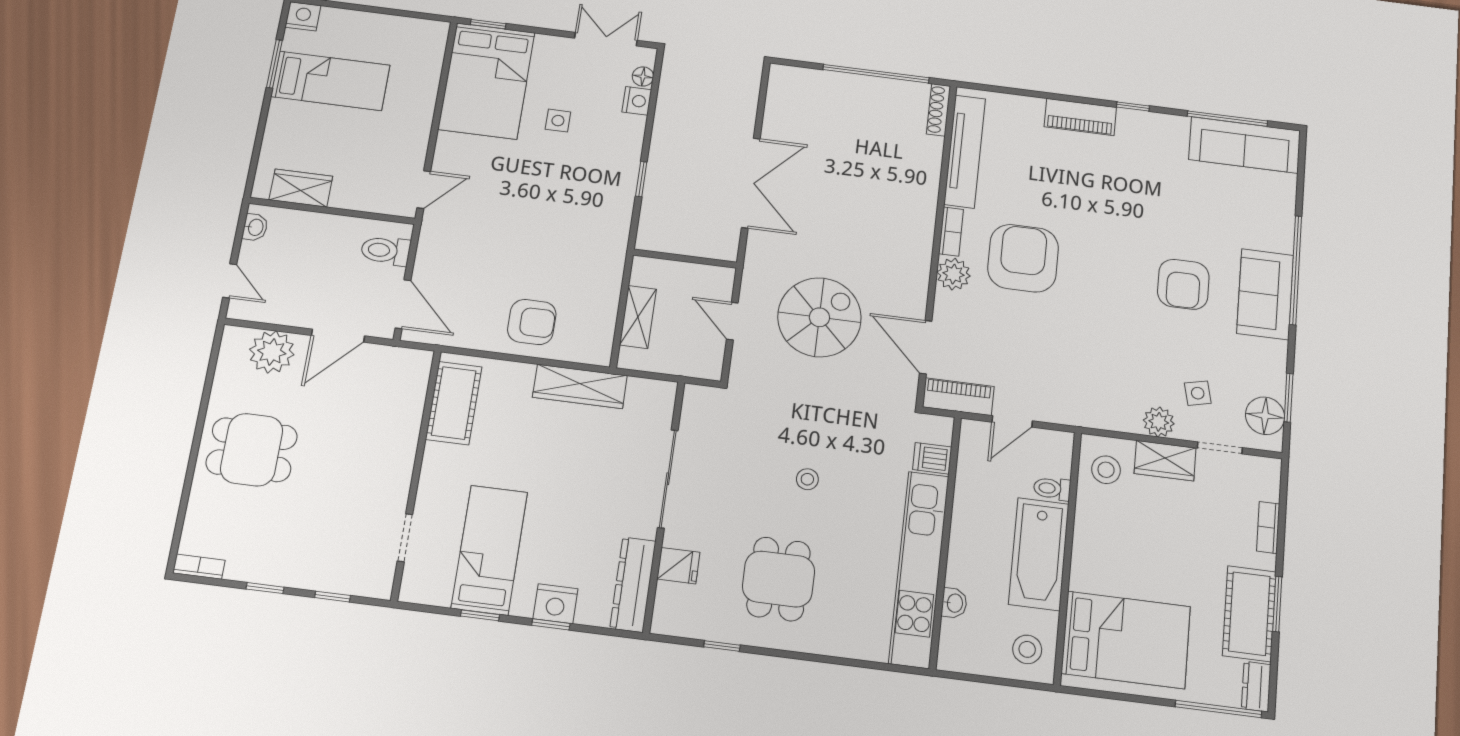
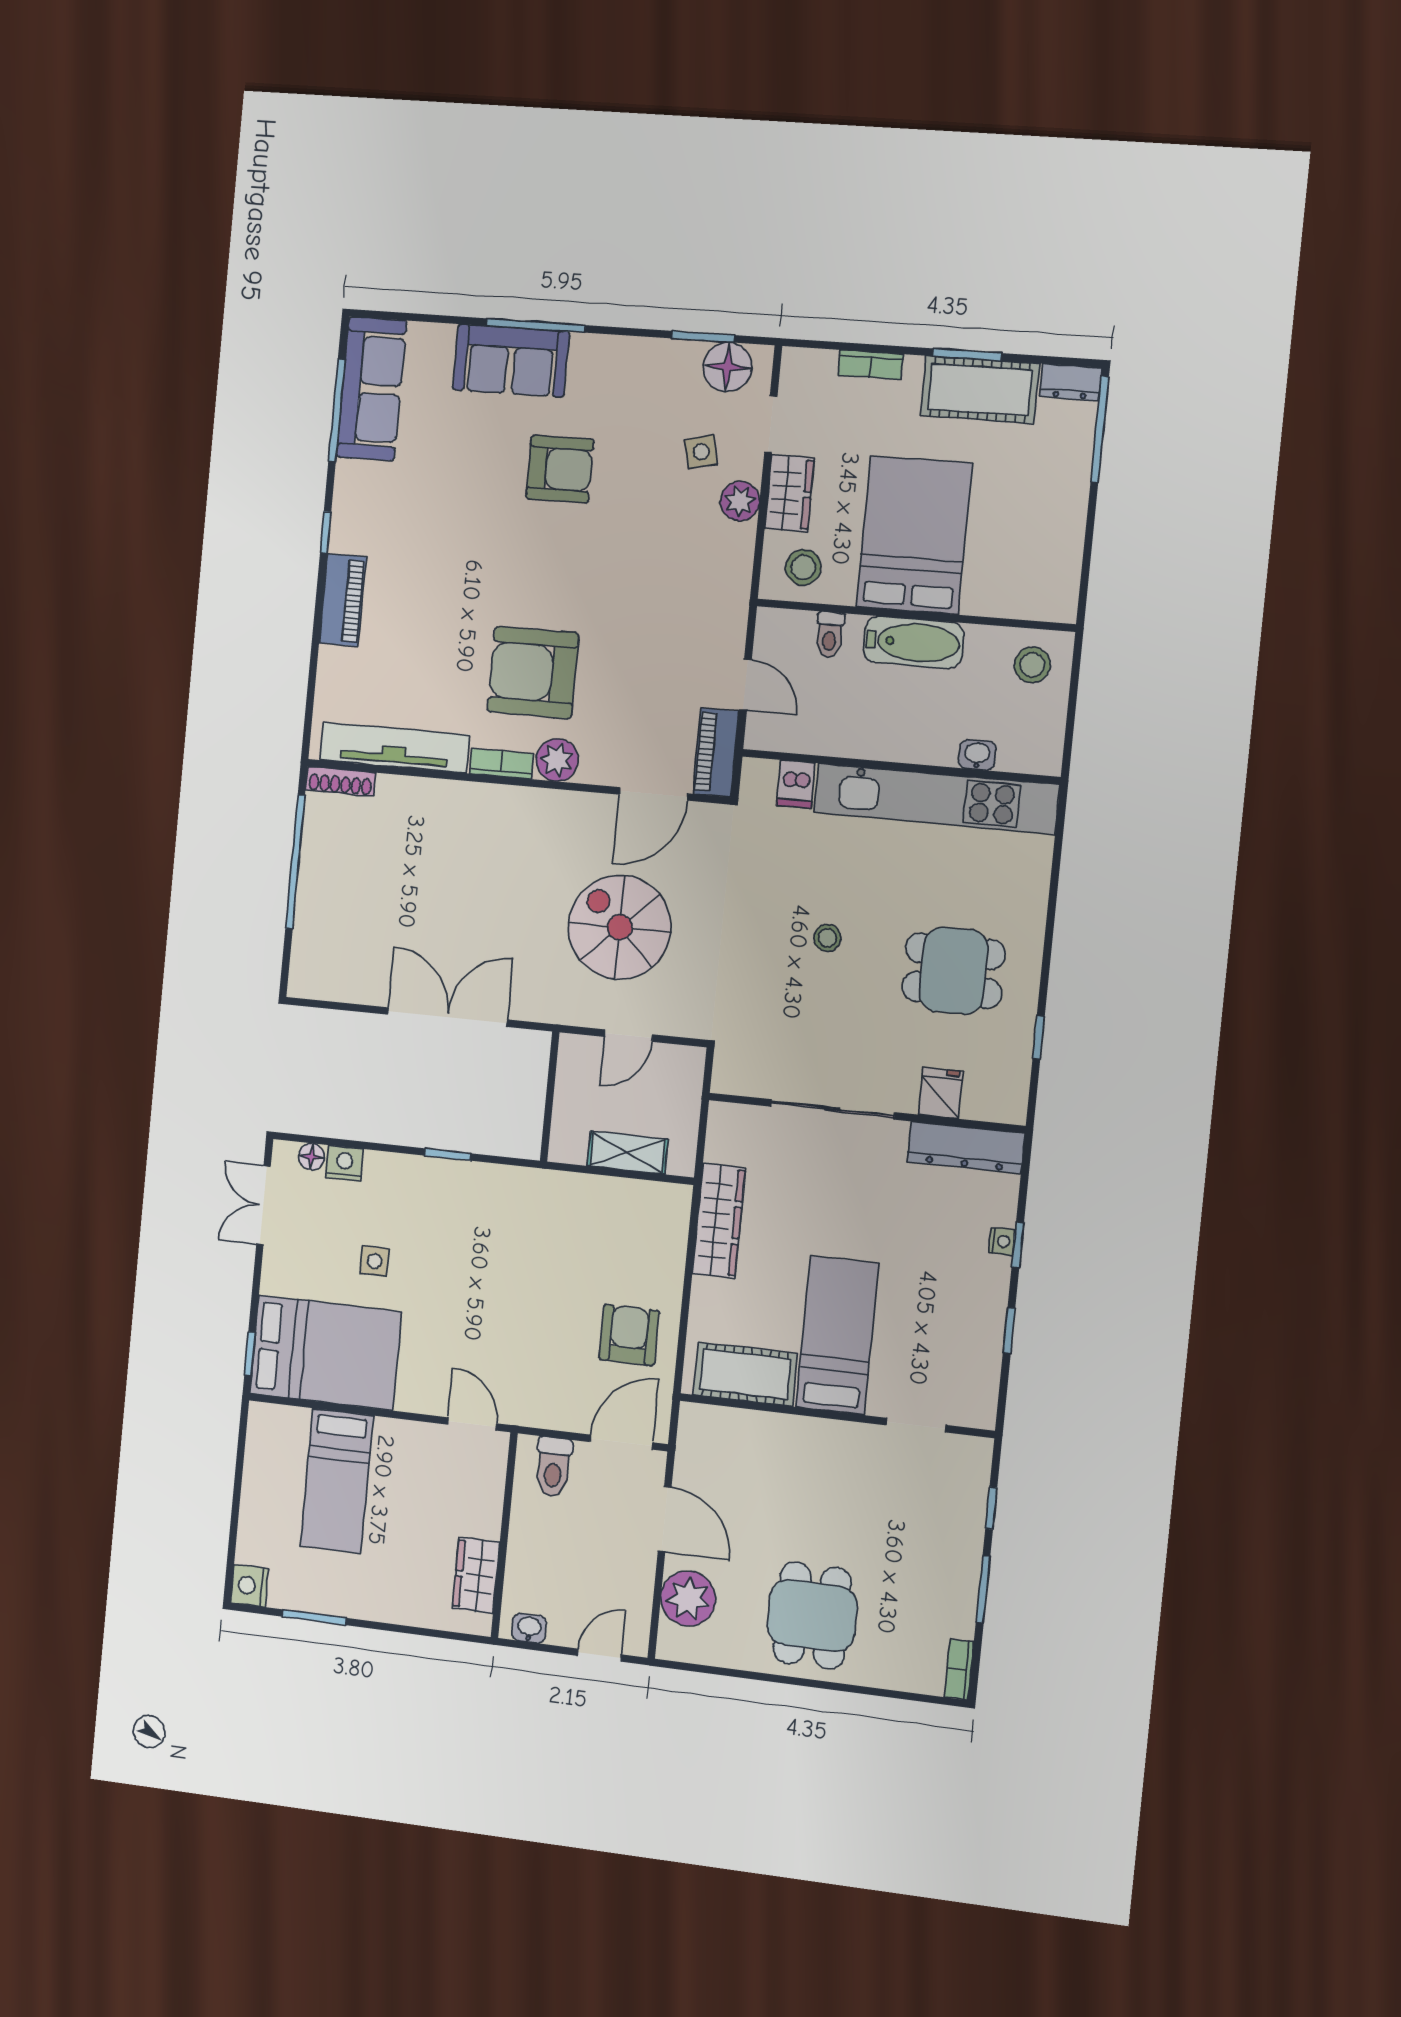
bed: (330, 81) -> (337, 1481), moved, turned 180
window: (1296, 270) -> (536, 325), width x0.68
sofa: (1265, 294) -> (511, 361), moved
armchair: (532, 322) -> (629, 1335), moved
bed: (490, 550) -> (837, 1335), moved, turned 90
bathtub: (1039, 554) -> (914, 642), width x0.73, depth x0.73
window: (265, 588) -> (983, 1589), width x1.50
nightstand: (555, 604) -> (1002, 1241), width x0.53, depth x0.56
bed: (1126, 640) -> (914, 535), moved

